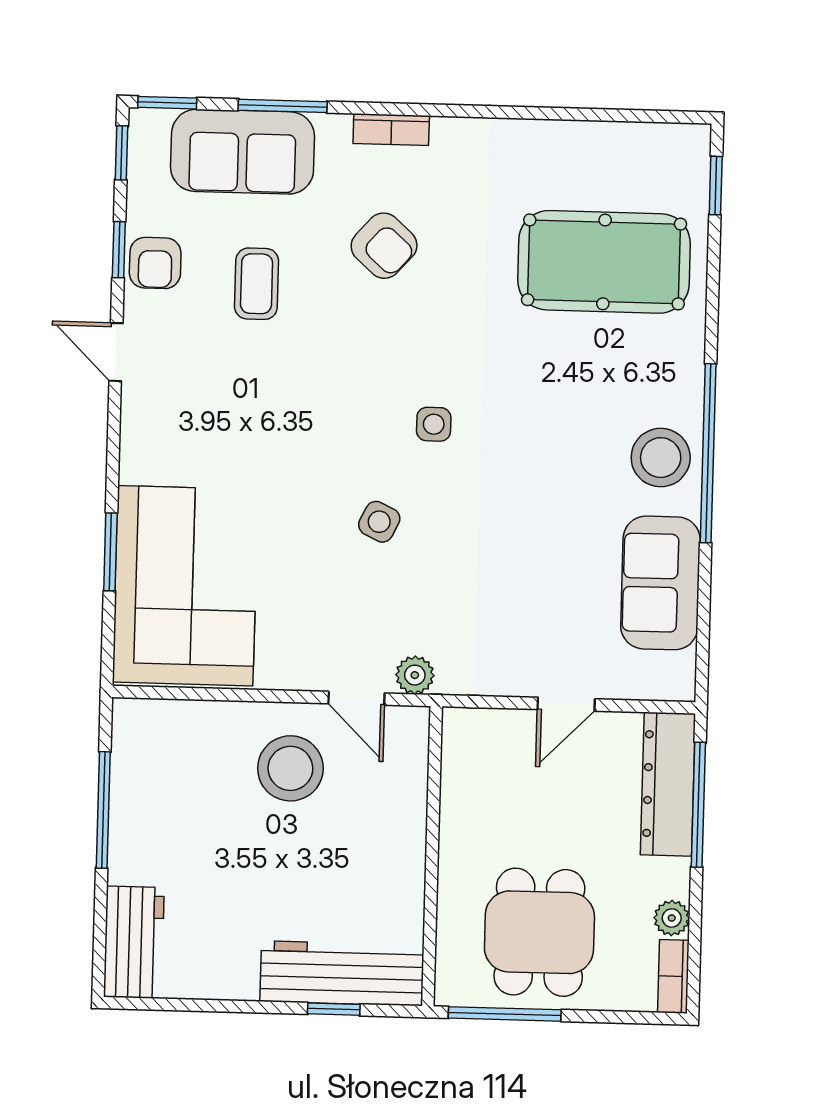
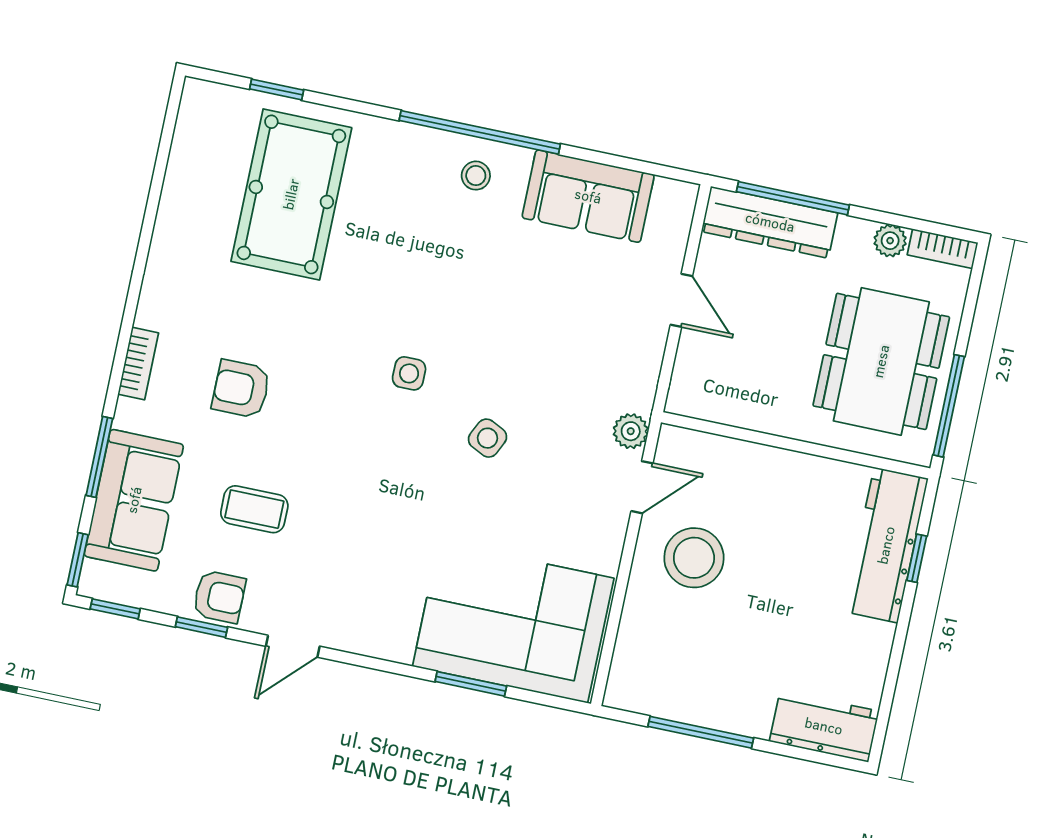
window: (716, 186) -> (277, 89), moved
armchair: (384, 246) -> (241, 389), turned -132
stool: (661, 458) -> (476, 176), width x0.53, depth x0.53
dining table: (539, 932) -> (881, 361), width x1.38

